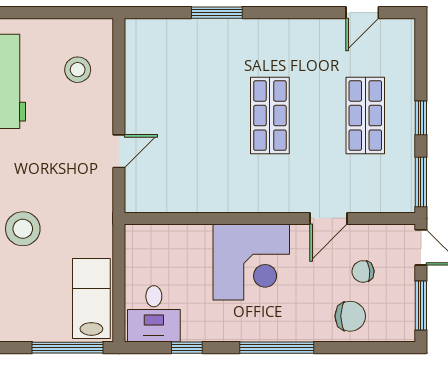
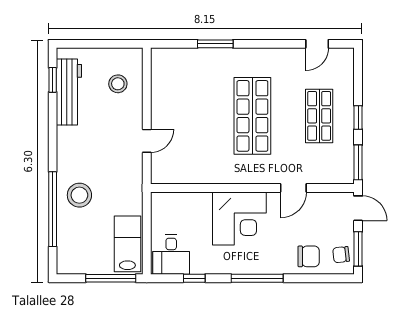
shop shelf: (270, 116) -> (252, 116), width x1.43, depth x1.36
chair: (363, 271) -> (341, 255), moved

